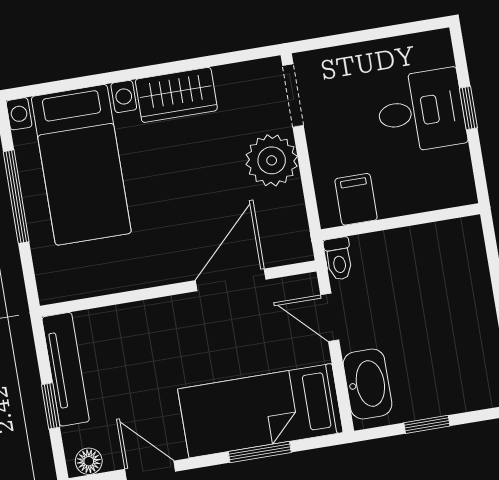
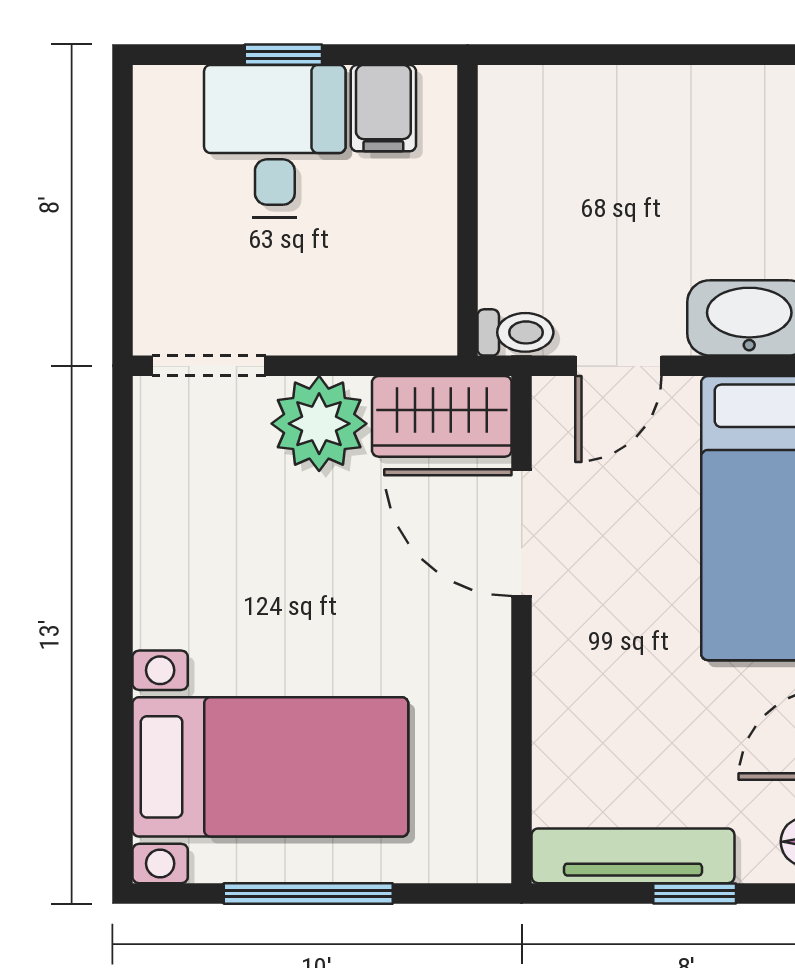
wardrobe: (176, 95) -> (442, 416), moved, turned 90
filing cabinet: (356, 199) -> (383, 108), moved, turned -90

